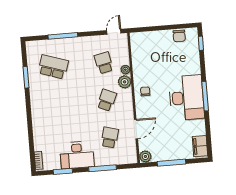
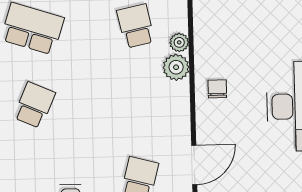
school desk: (107, 100) -> (34, 105), moved

